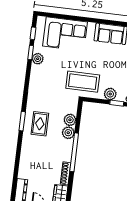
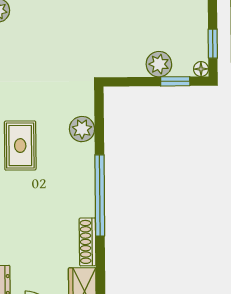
coffee table: (83, 82) -> (98, 46), removed
plant: (68, 133) -> (82, 156), removed

